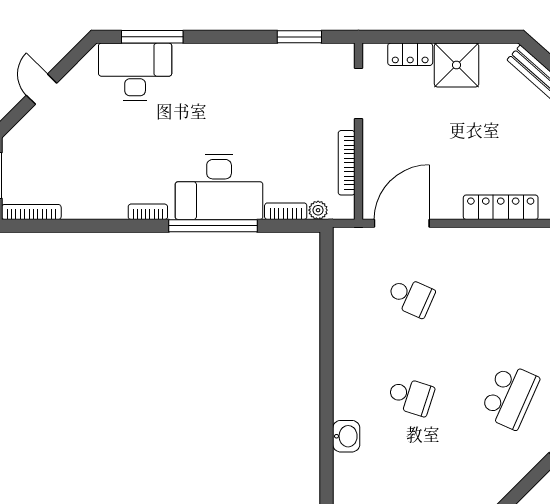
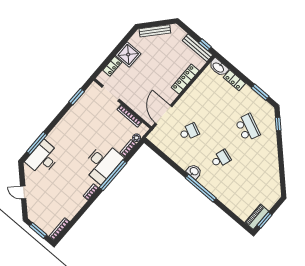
window: (327, 406) -> (201, 188), added
washbasin: (346, 436) -> (194, 171), moved

